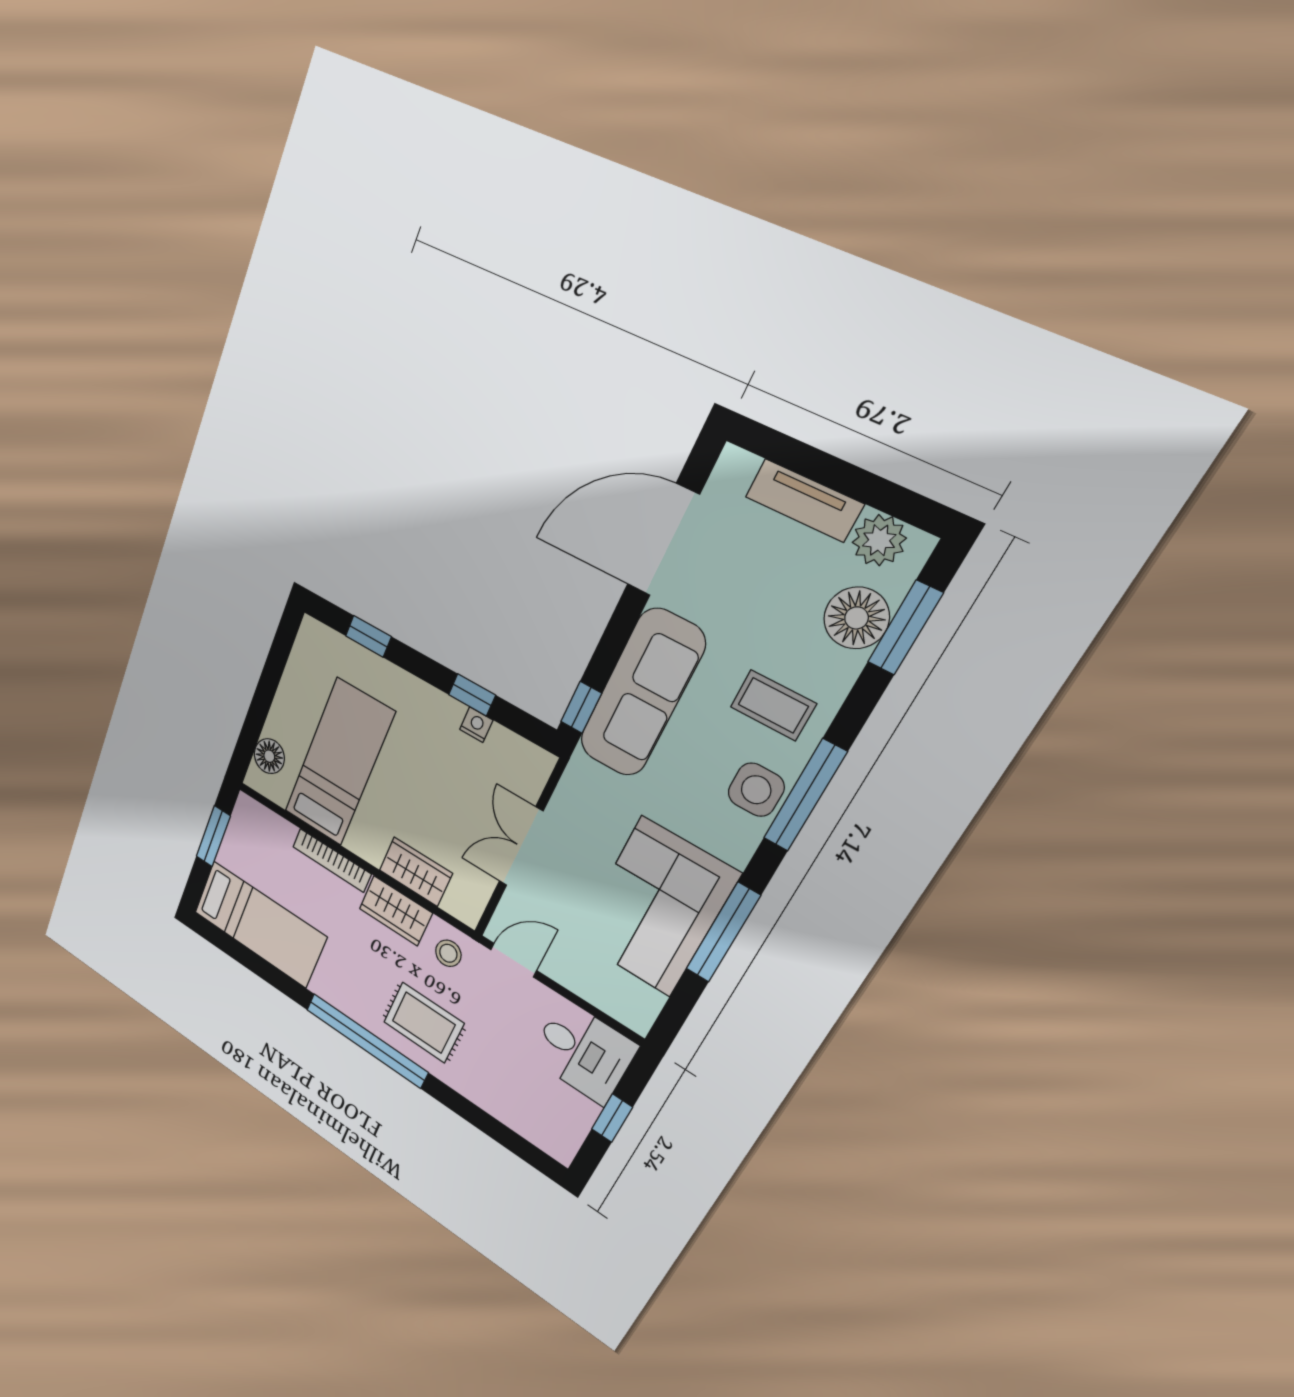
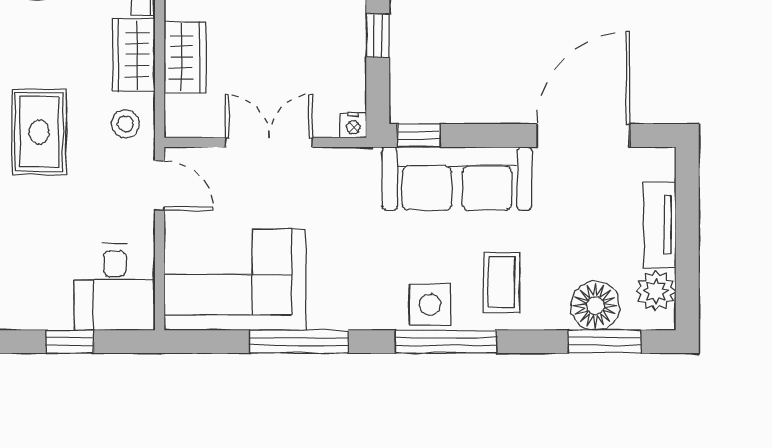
door: (663, 540) -> (583, 136), hinge flipped
nightstand: (476, 725) -> (353, 125), moved, turned 90
corner sofa: (656, 907) -> (235, 280), moved

